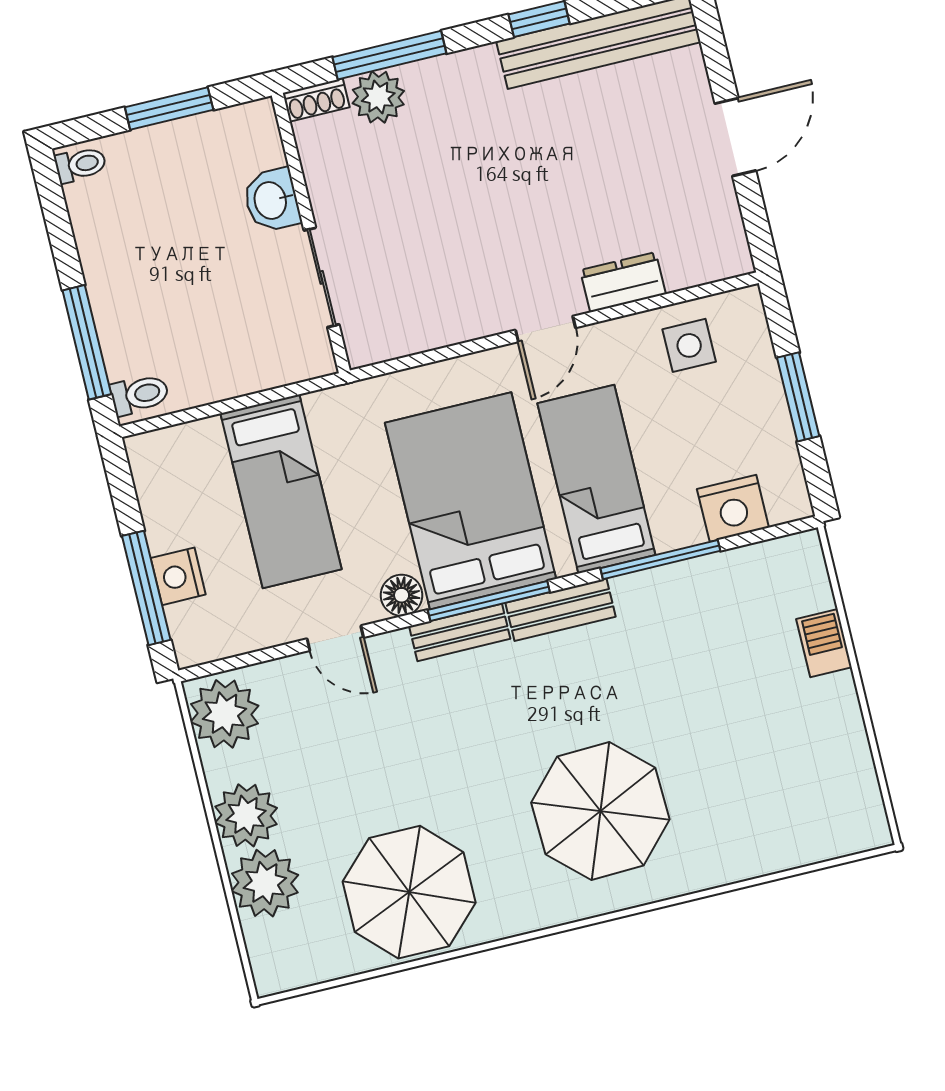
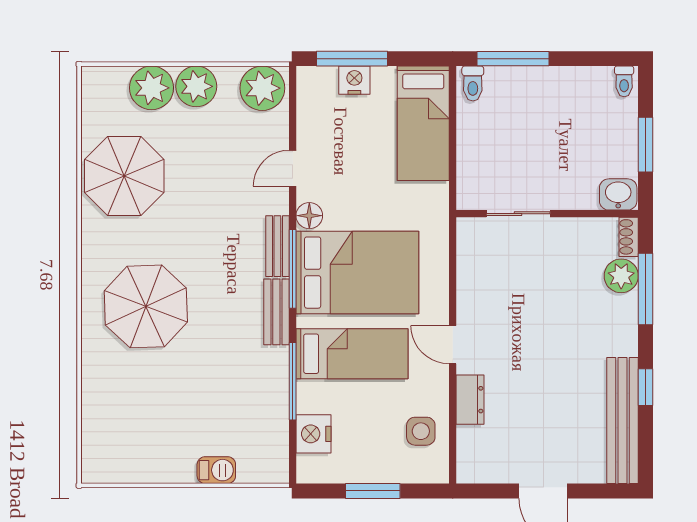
washbasin: (272, 200) -> (618, 194), moved
bed: (281, 491) -> (423, 123), moved, turned -90

